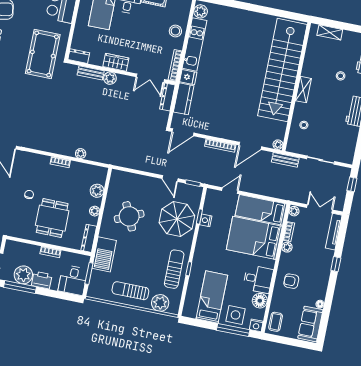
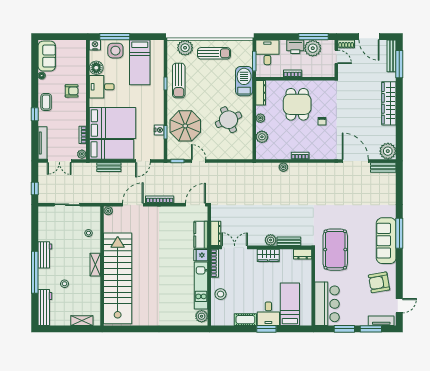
bench: (285, 160) -> (109, 167), moved
plant: (287, 247) -> (82, 121), removed
coffee table: (276, 322) -> (46, 102), moved

